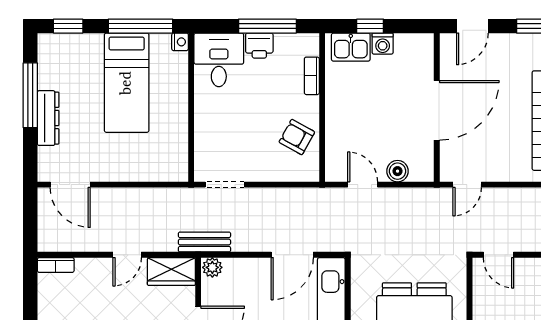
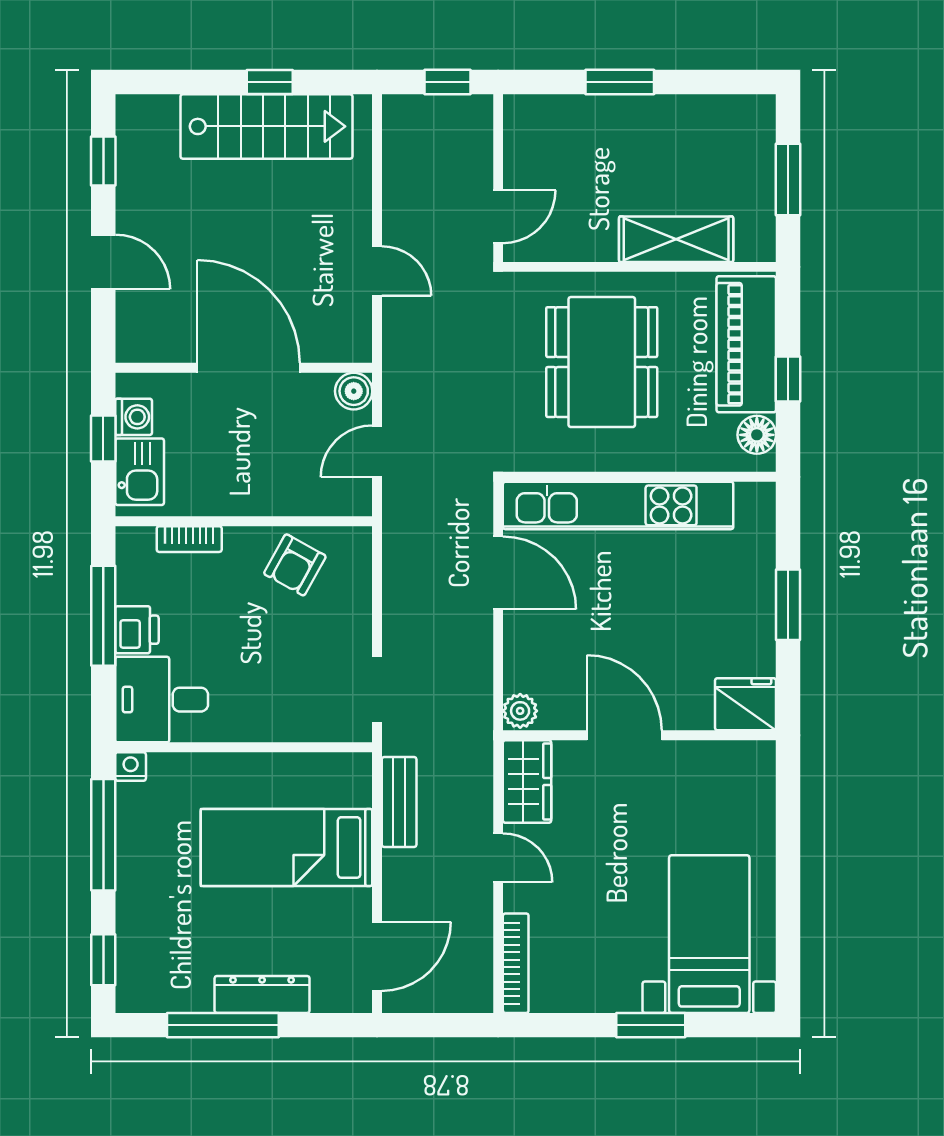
bed: (127, 83) -> (286, 847), moved, turned 180
wall: (437, 107) -> (244, 368), moved
door: (437, 110) -> (249, 368), moved
bench: (204, 242) -> (399, 802), moved
bookcase: (56, 265) -> (516, 963), width x1.56

